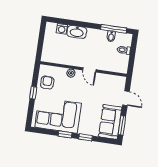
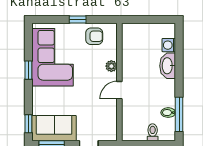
window: (86, 137) -> (28, 124), moved

